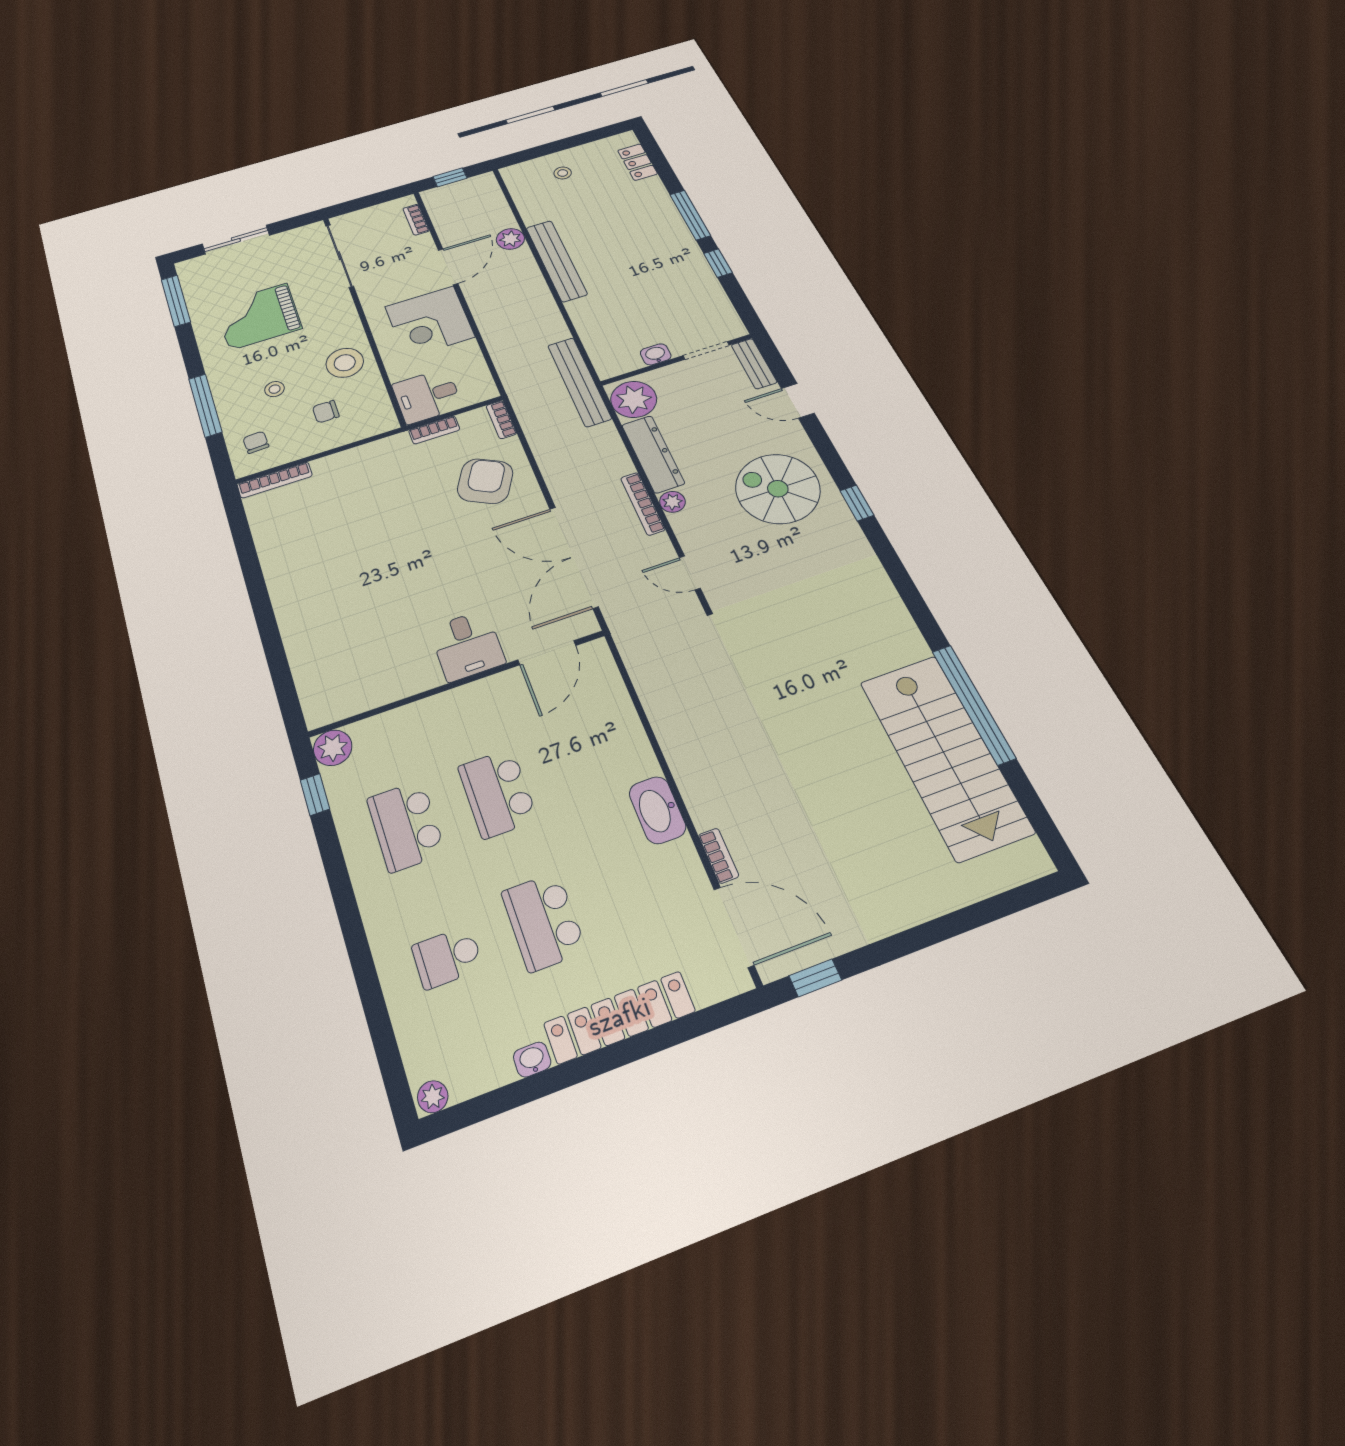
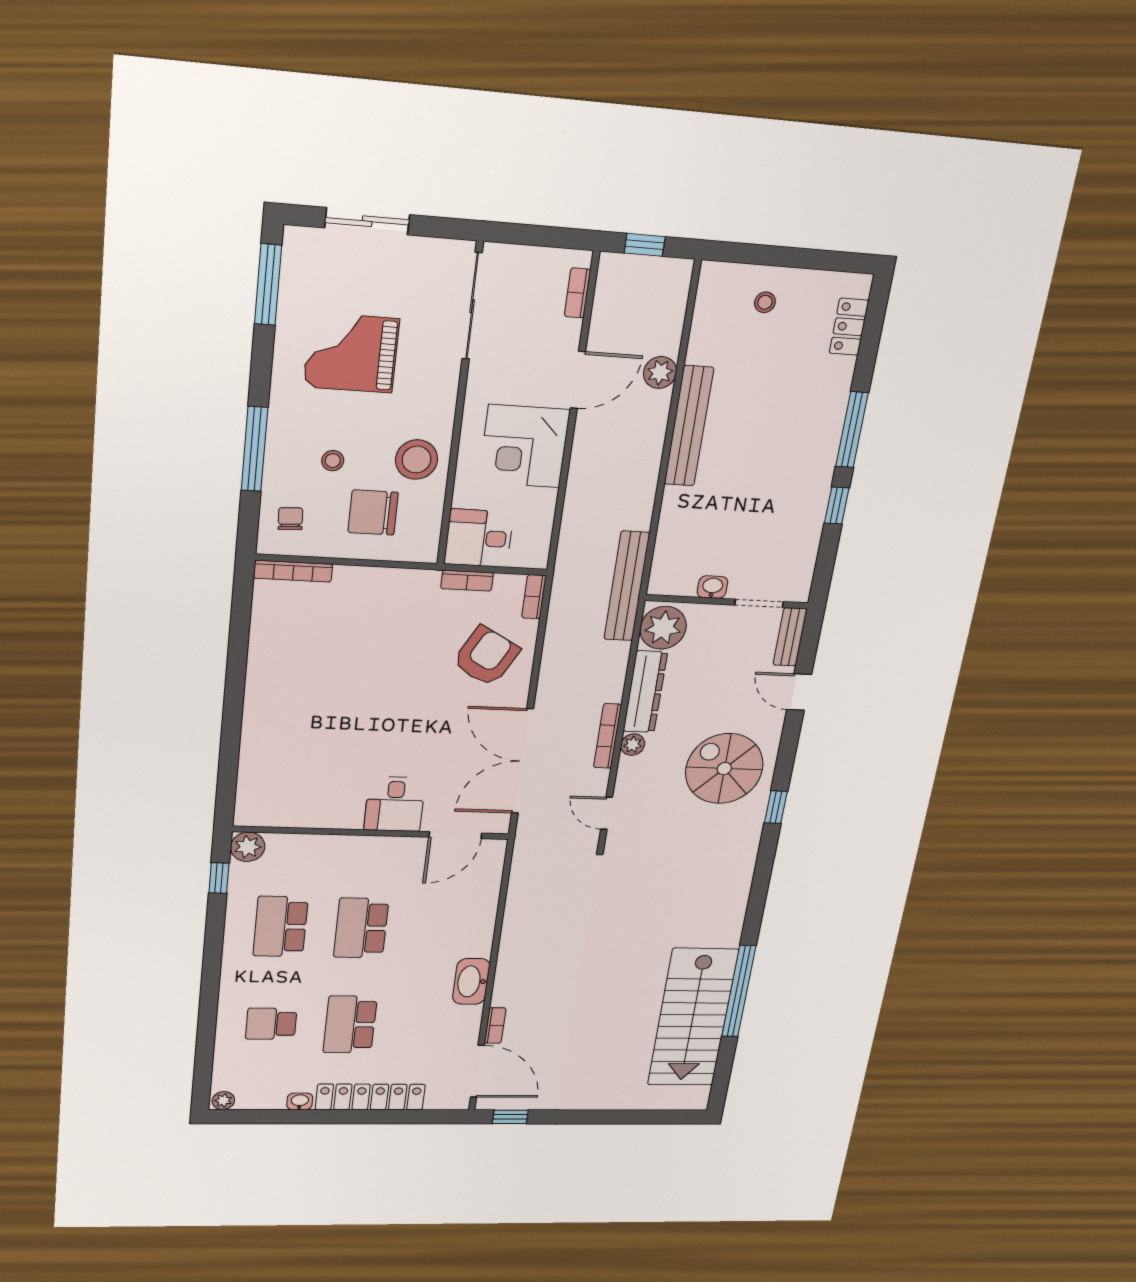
chair: (326, 412) -> (373, 512), width x1.87, depth x1.87

